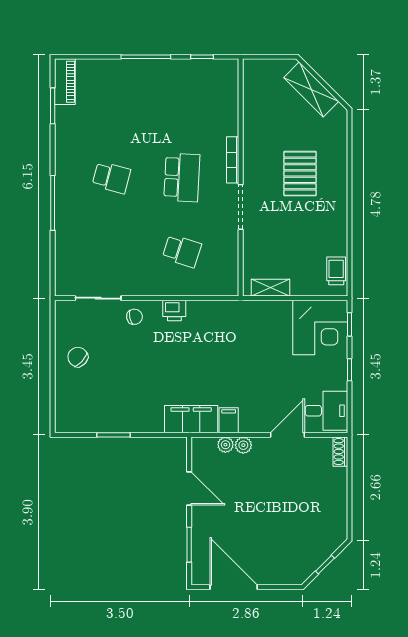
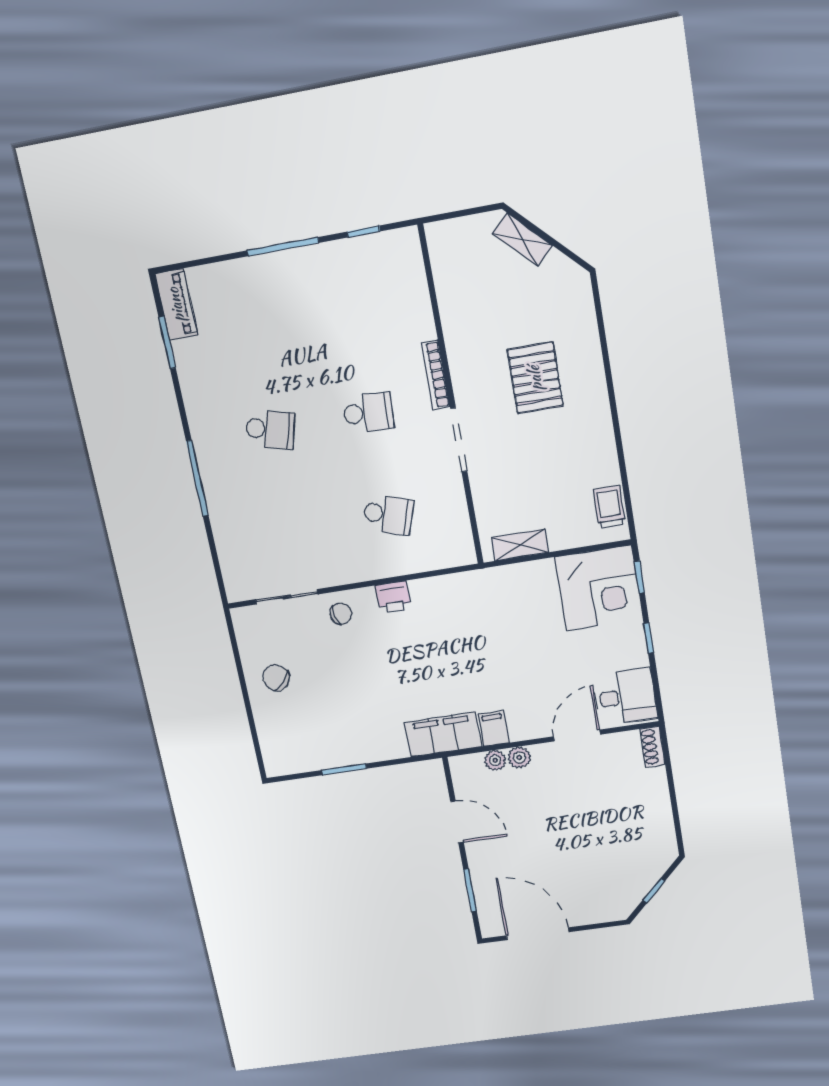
shelving: (311, 89) -> (522, 239), width x0.67, depth x0.75
school desk: (182, 177) -> (368, 413), width x0.54

